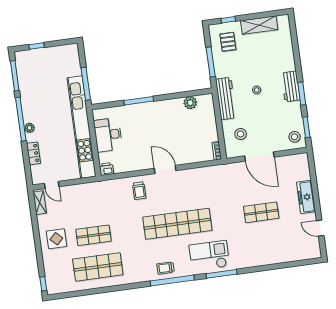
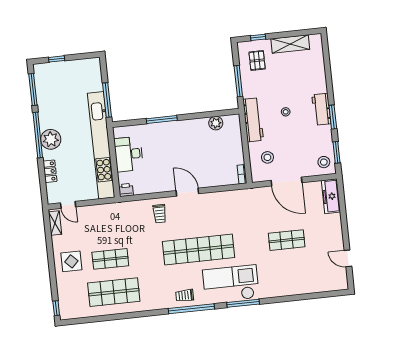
plant: (29, 128) -> (51, 139), width x1.88, depth x1.88
freezer: (306, 197) -> (331, 196), moved
checkout: (209, 256) -> (231, 284), width x1.36, depth x1.21

